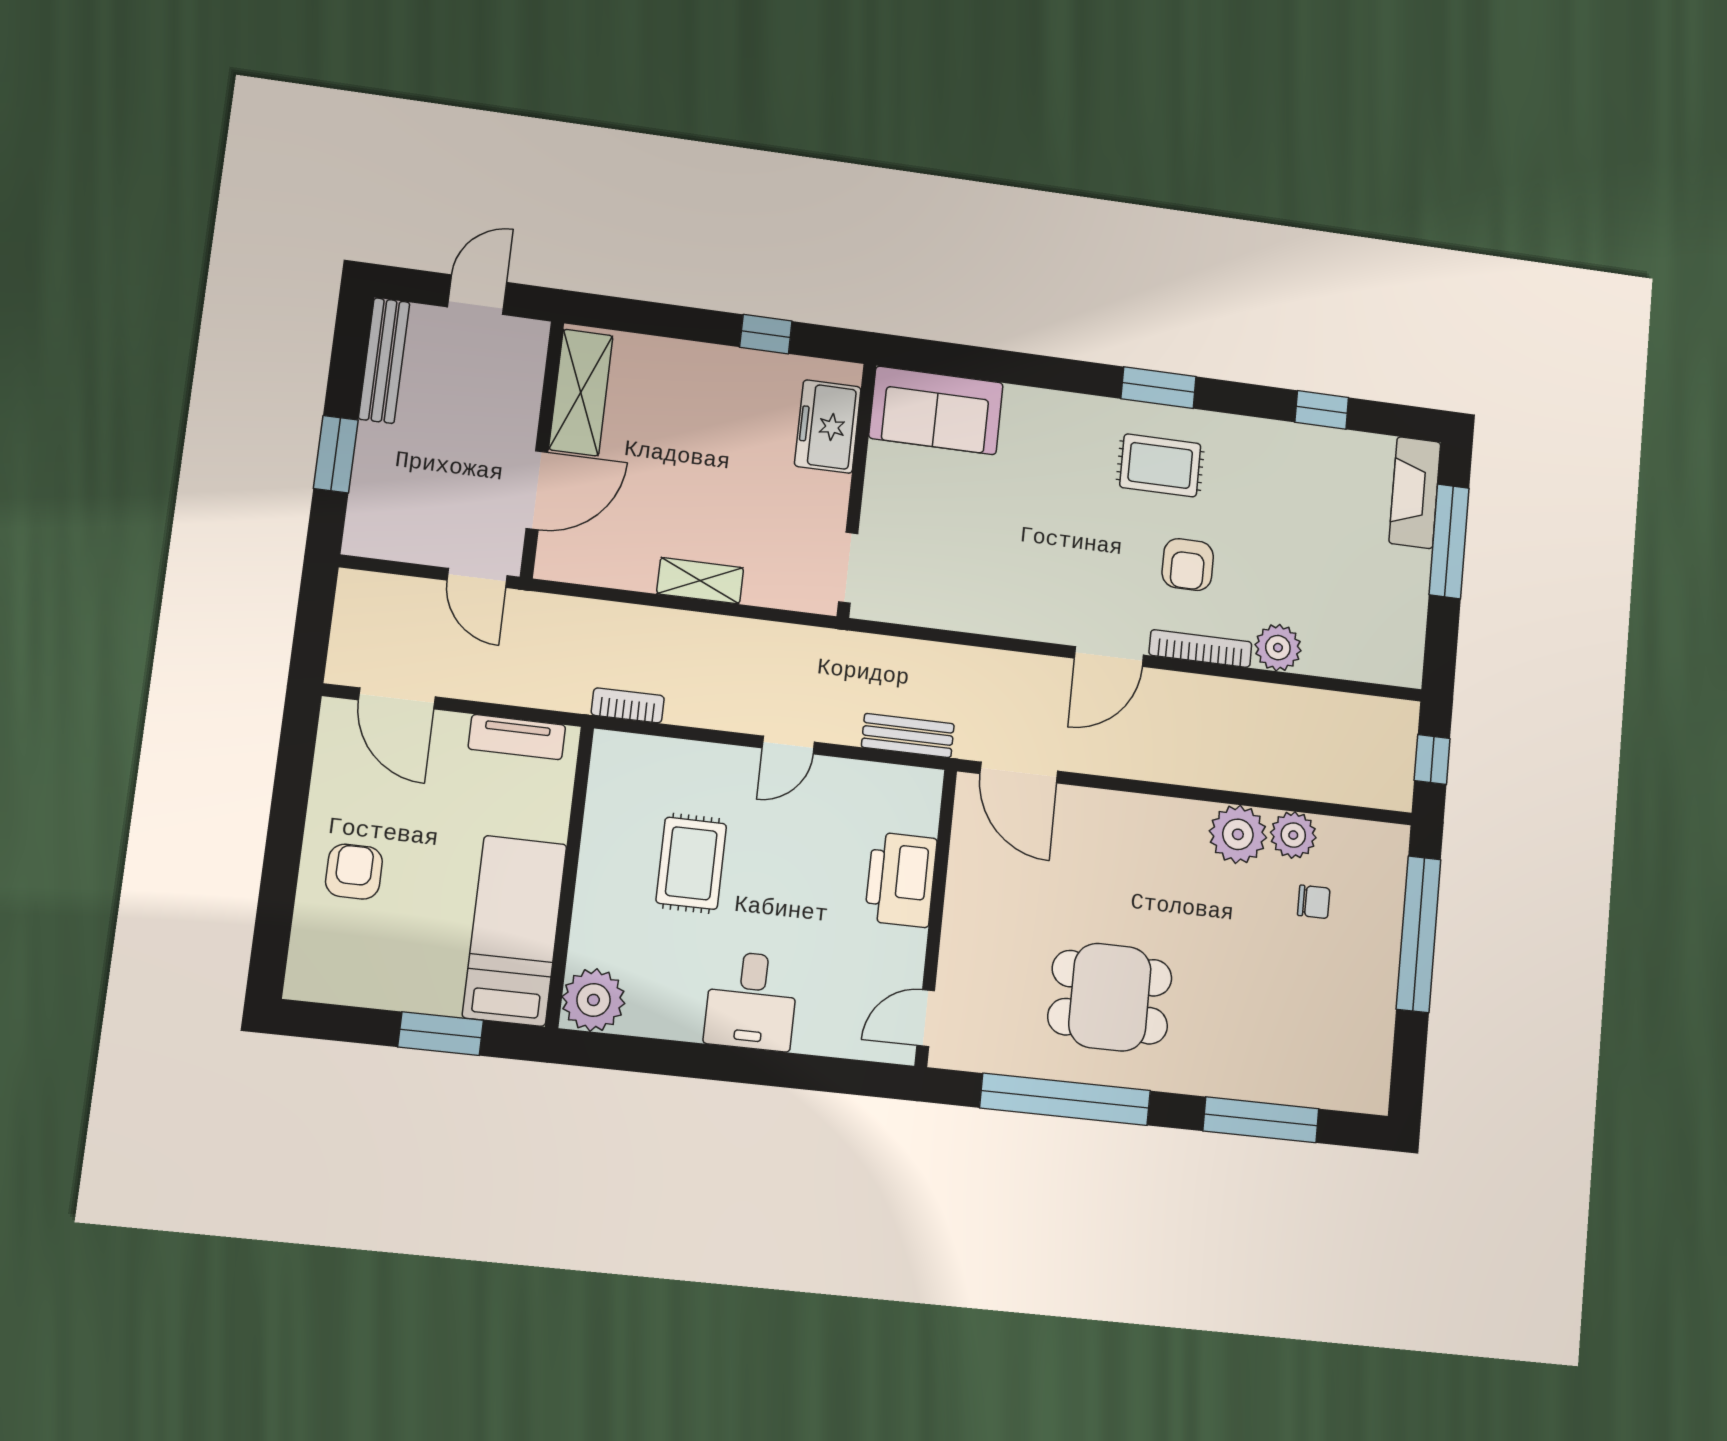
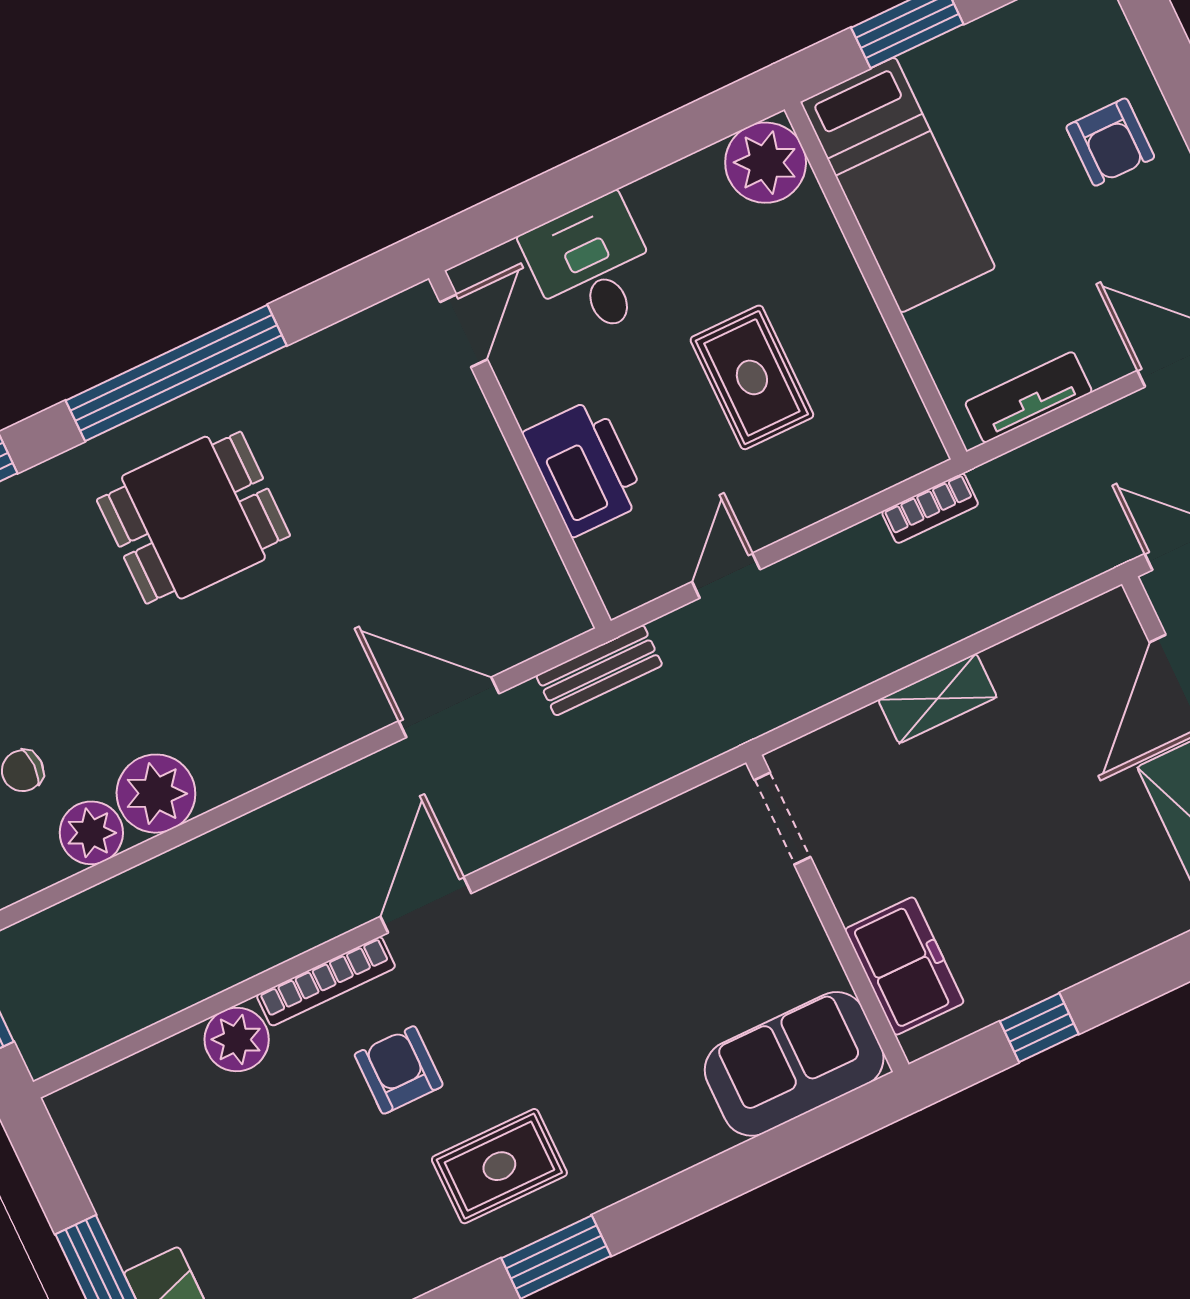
printer: (901, 880) -> (585, 467), moved
wall: (936, 918) -> (520, 449), moved
door: (926, 1018) -> (464, 331), moved

